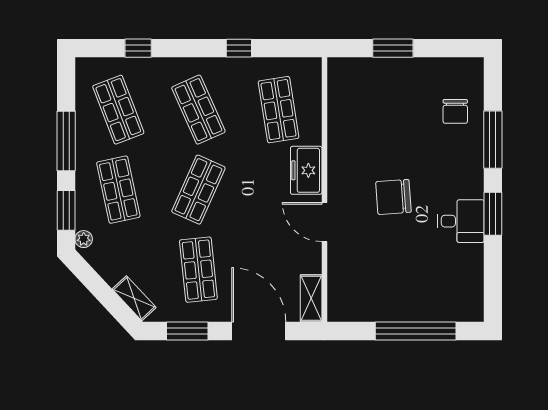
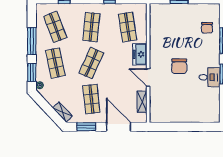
shop shelf: (198, 110) -> (91, 27), turned 30
chair: (393, 197) -> (179, 66), turned -86
shelving: (311, 298) -> (142, 102), moved
window: (416, 331) -> (189, 127), removed

